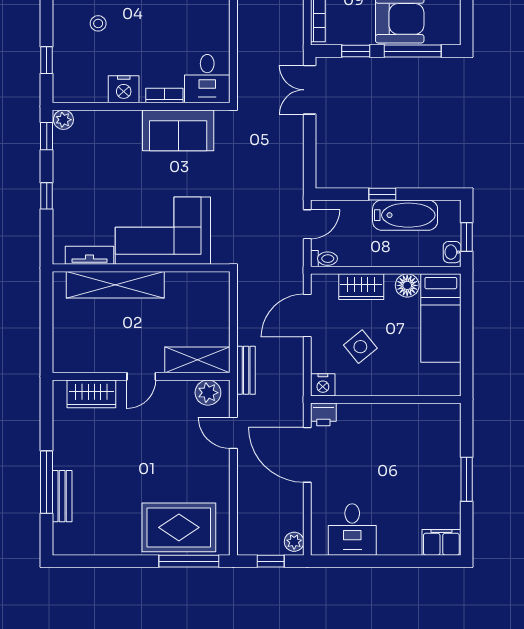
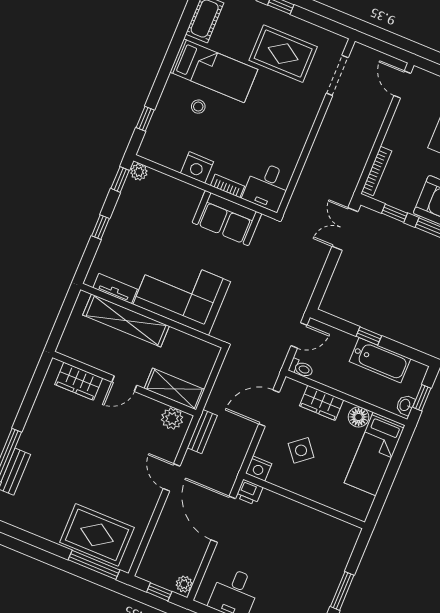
shelving: (197, 360) -> (174, 389), moved
door: (141, 376) -> (124, 384), moved
wall: (141, 376) -> (124, 384), moved
plant: (208, 393) -> (172, 419), moved
wardrobe: (91, 394) -> (79, 381), moved

